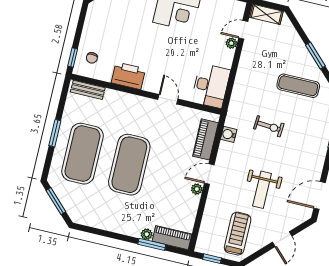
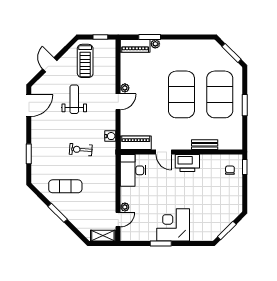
printer: (128, 76) -> (187, 163), moved
bench: (88, 90) -> (205, 145), moved
piano: (205, 139) -> (136, 143), moved, turned -90

